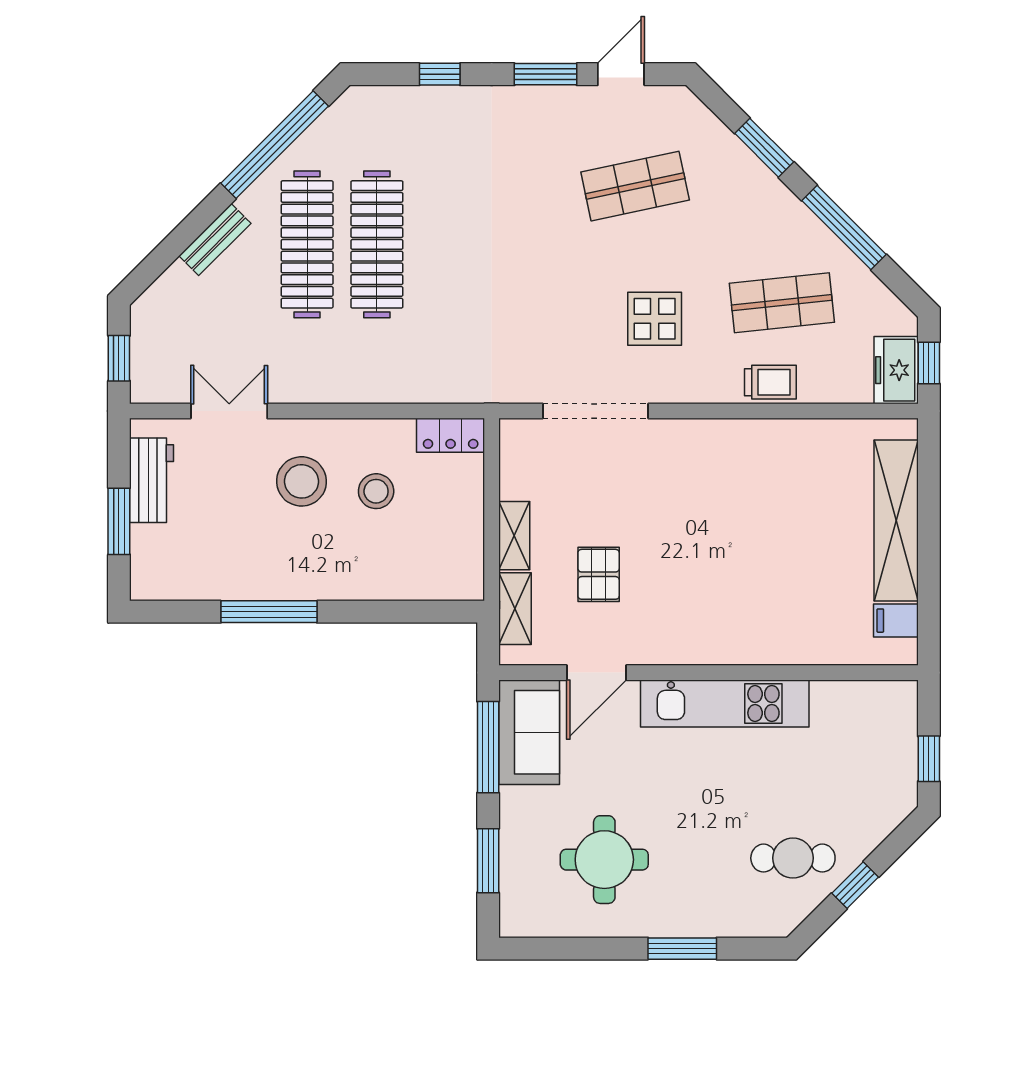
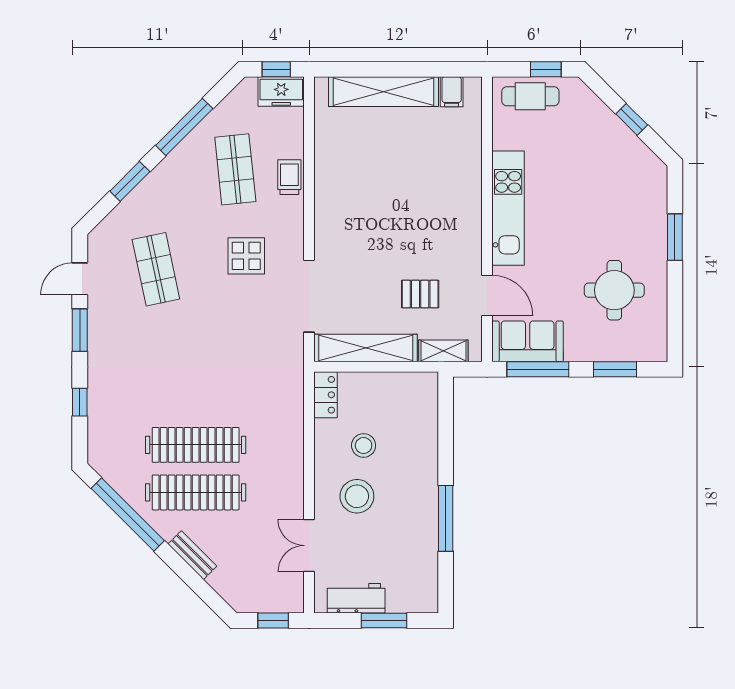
door: (621, 74) -> (80, 279), hinge flipped
shelving: (514, 536) -> (366, 348), width x2.20, depth x1.33
cafe table: (793, 858) -> (530, 96), moved, turned 90

